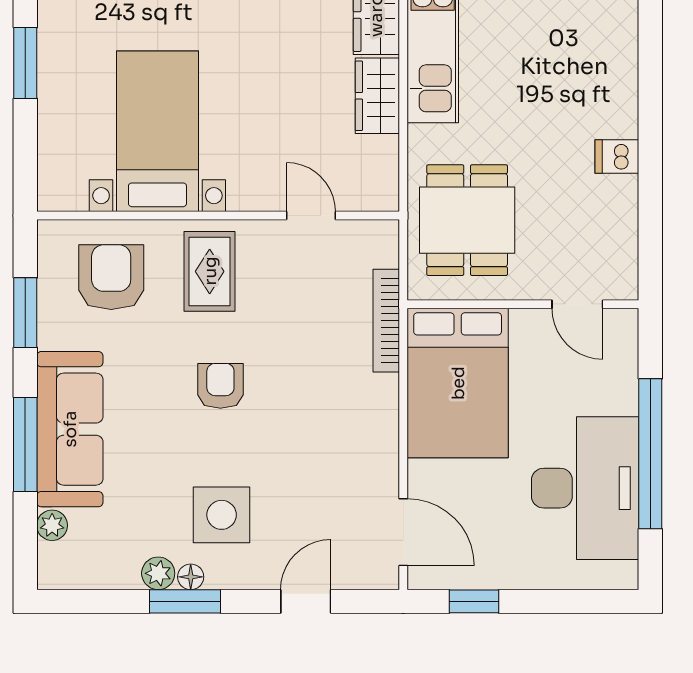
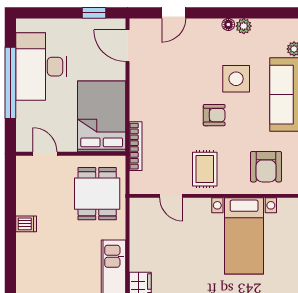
wardrobe: (377, 96) -> (140, 253), removed
rug: (210, 271) -> (205, 169), moved
armchair: (220, 386) -> (214, 115), turned -90
side table: (222, 515) -> (236, 79), moved
window: (185, 601) -> (231, 13), removed

